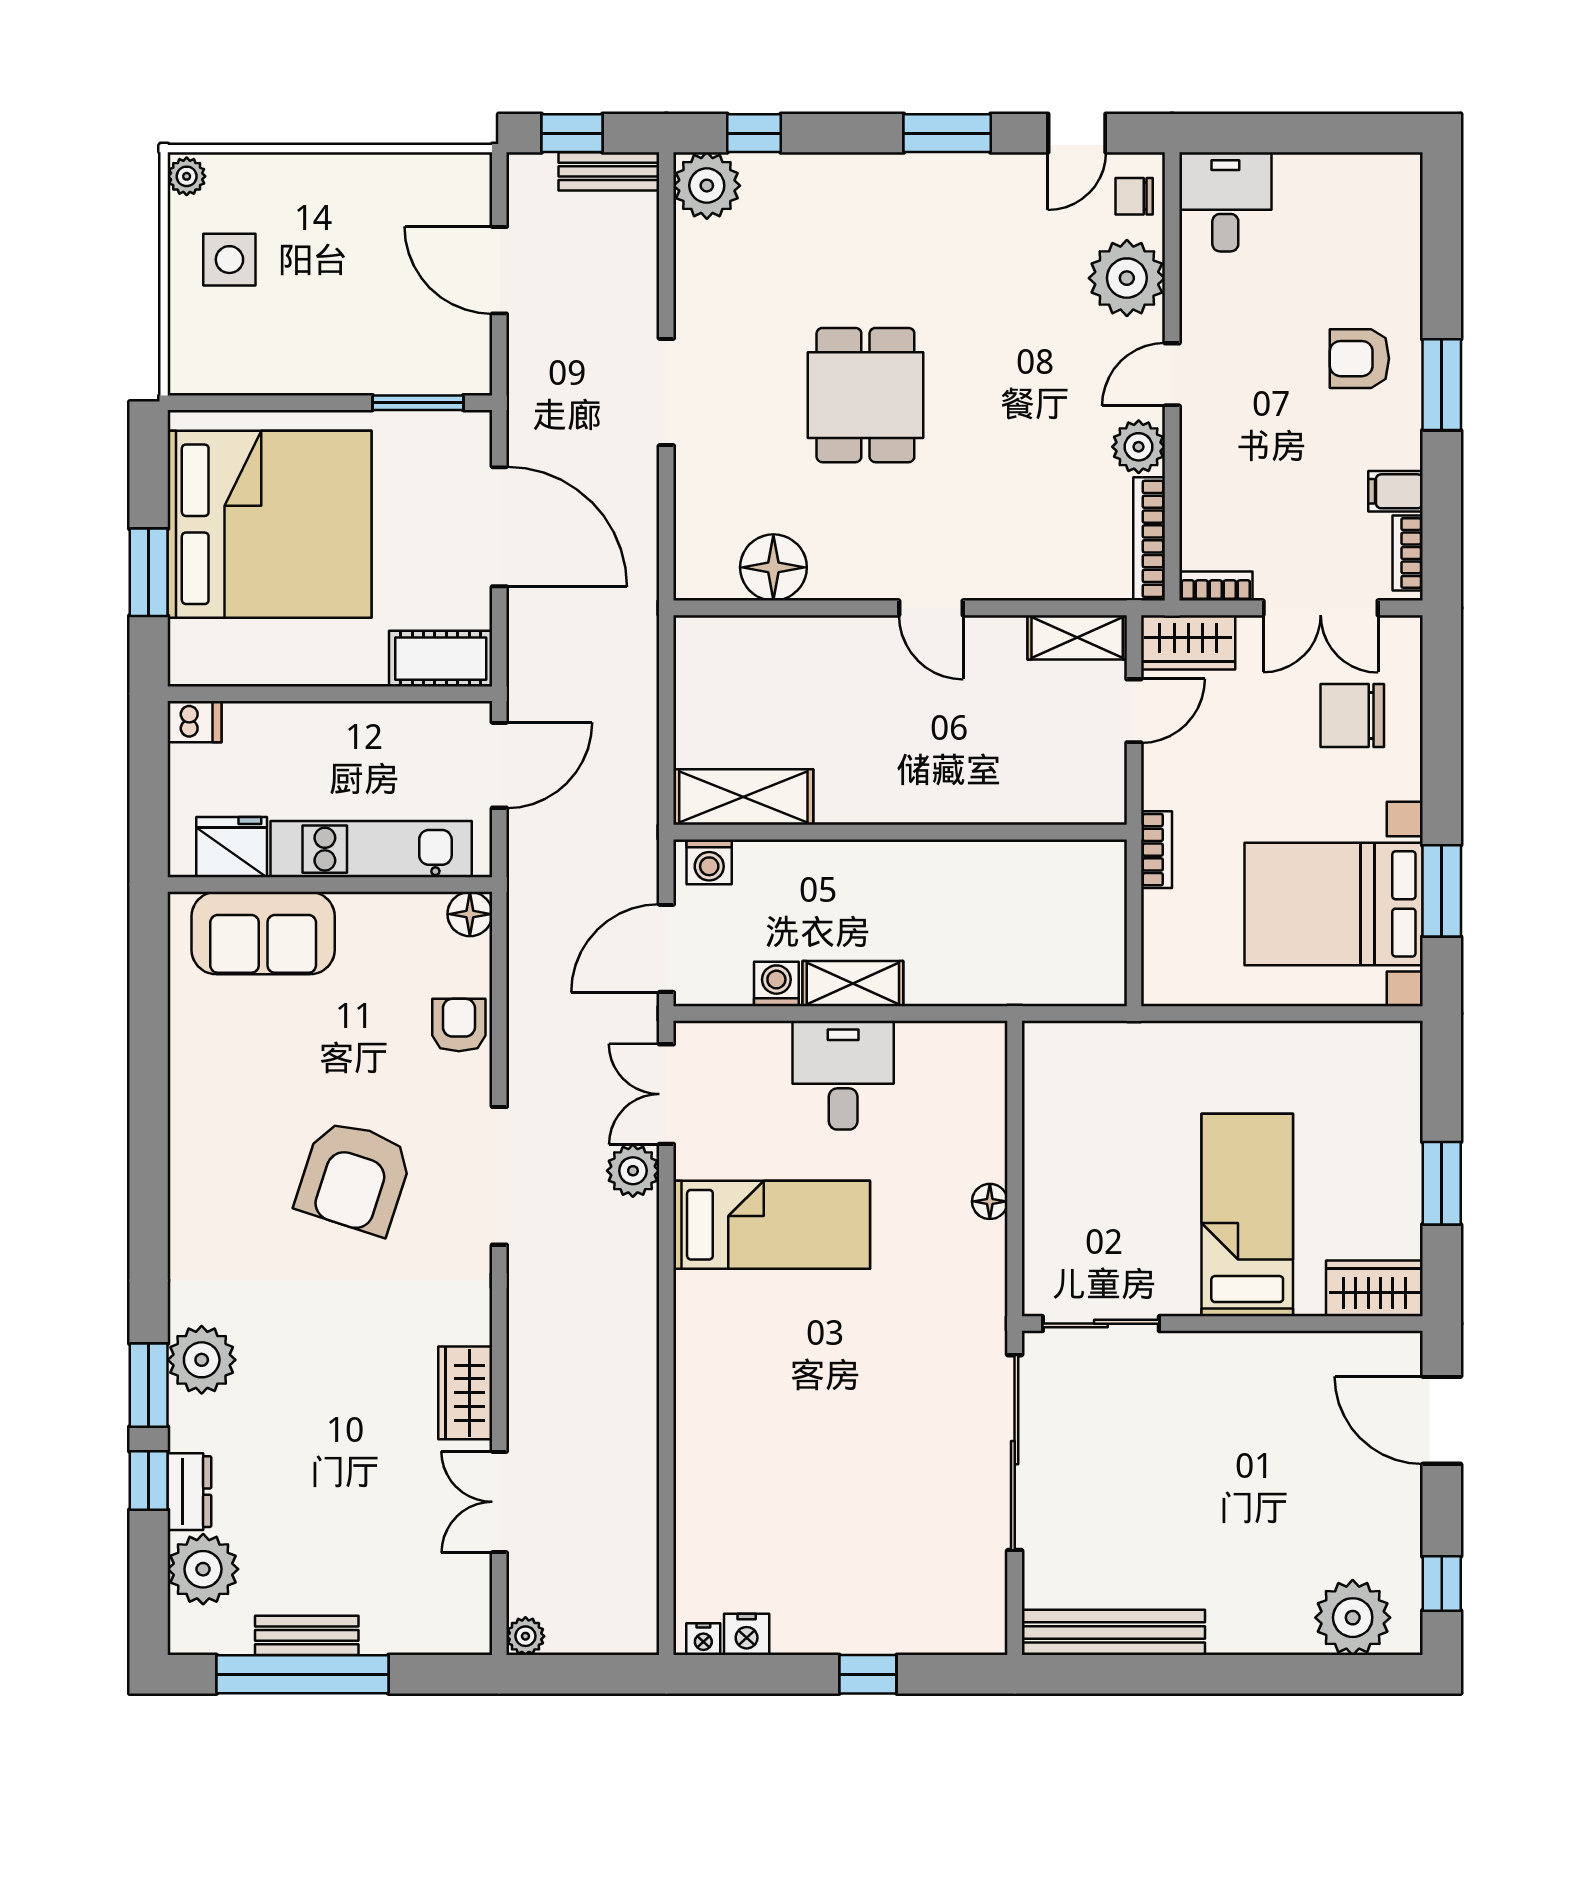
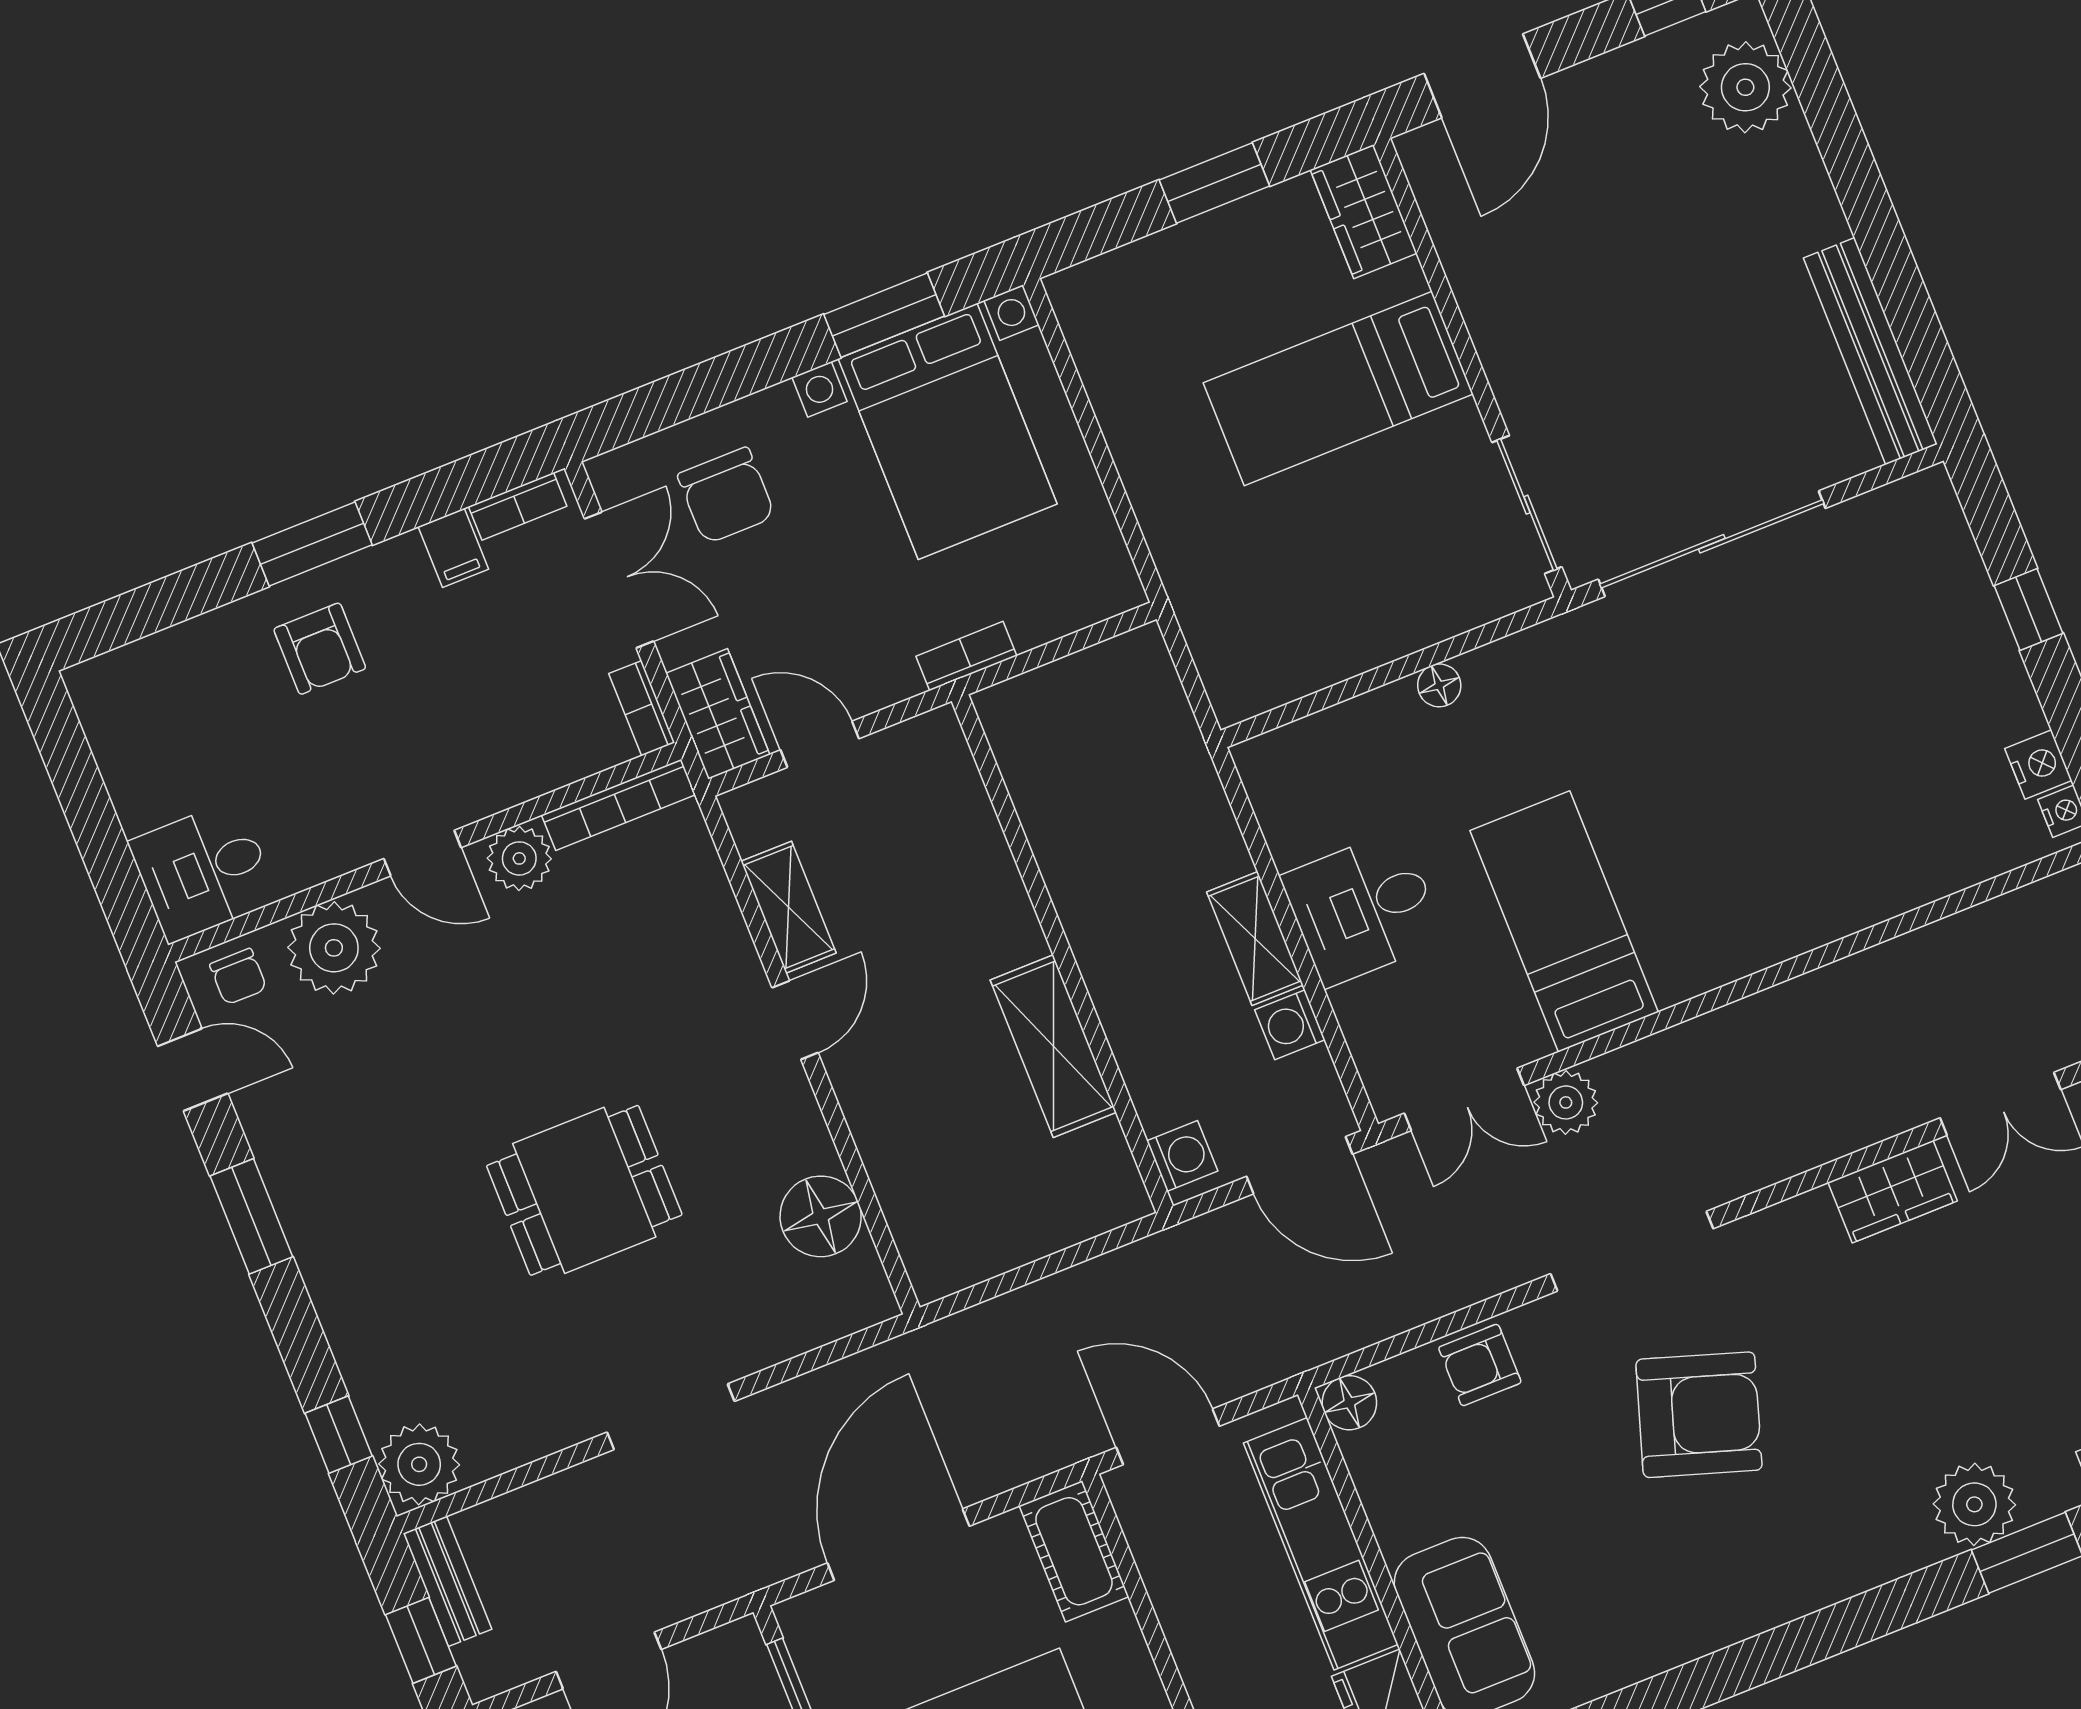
shelving: (1077, 637) -> (789, 907), moved
shelving: (743, 797) -> (1053, 1046), moved

